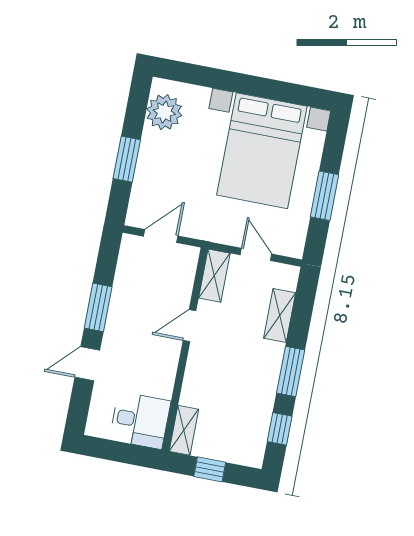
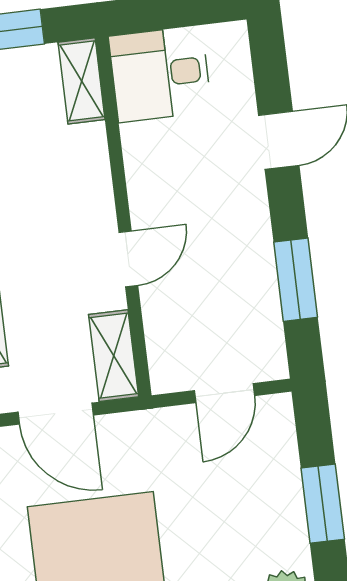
door: (256, 254) -> (56, 414), width x1.38
window: (98, 307) -> (296, 280), moved

